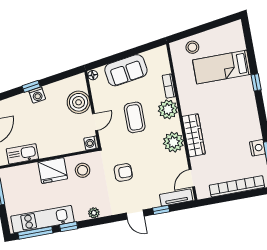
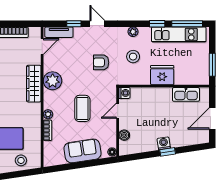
boiler: (79, 102) -> (124, 135), width x0.54, depth x0.54
plant: (168, 109) -> (48, 114), width x0.53, depth x0.53
stool: (83, 170) -> (133, 57), moved

